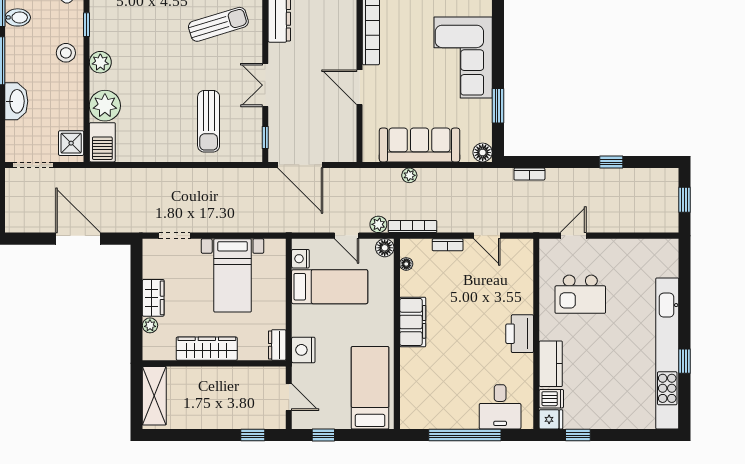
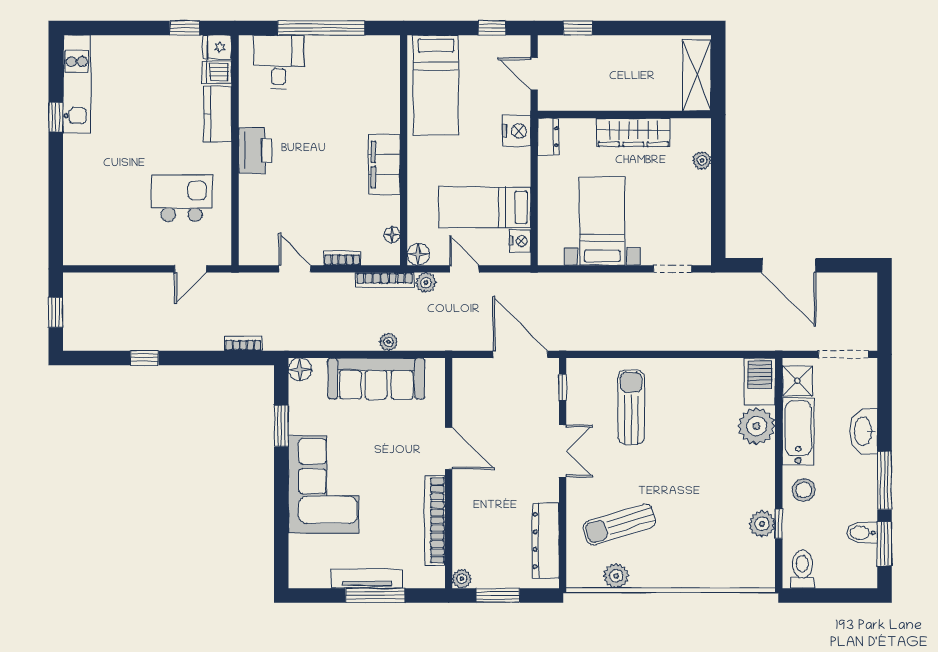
plant: (100, 62) -> (762, 524), moved
bathtub: (70, 101) -> (798, 431), added
wardrobe: (153, 298) -> (698, 194), removed
kitchen unit: (667, 353) -> (77, 84), width x0.54

